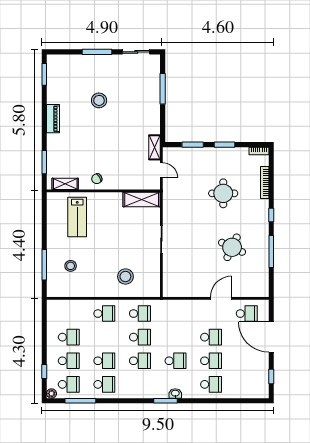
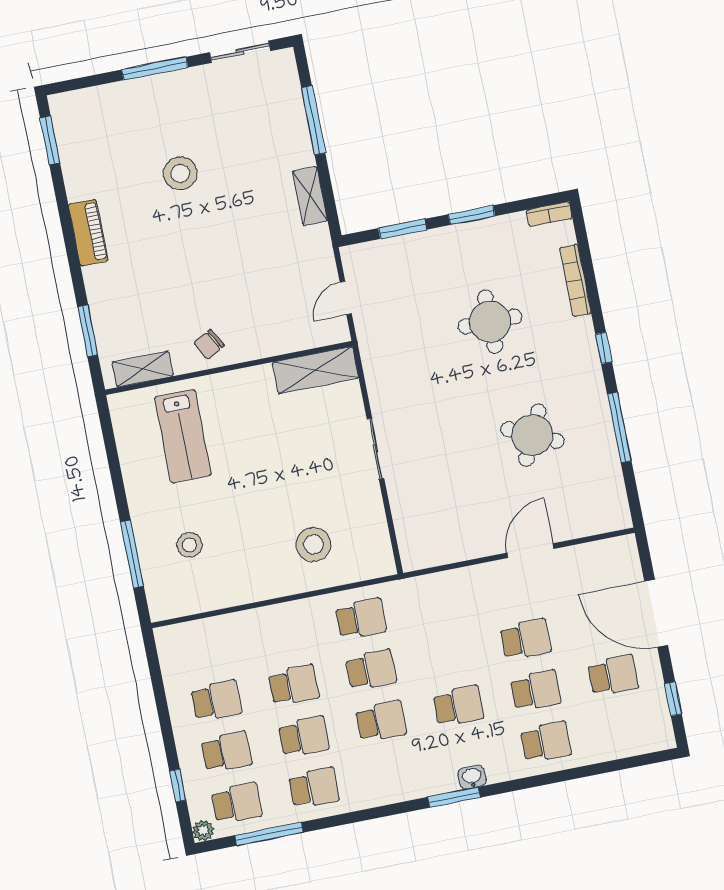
shelving: (155, 147) -> (310, 196), moved
door: (161, 170) -> (346, 298), swing flipped
school desk: (104, 314) -> (294, 685), moved
school desk: (247, 314) -> (613, 675), moved

